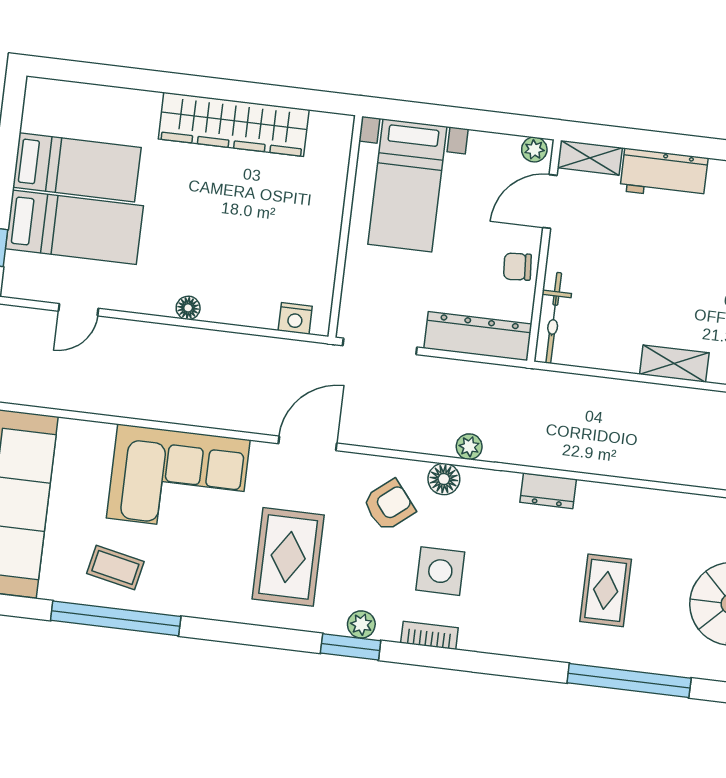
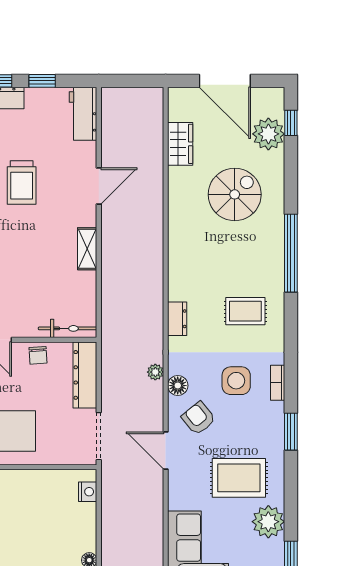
door: (308, 443) -> (166, 451), moved
rug: (606, 590) -> (245, 311), moved
plant: (361, 624) -> (268, 522), moved, width x1.87, depth x1.87

